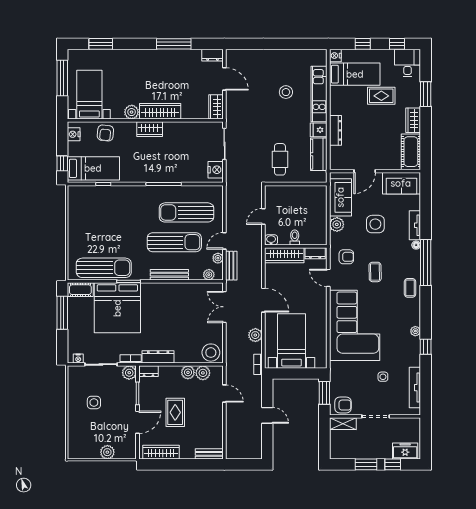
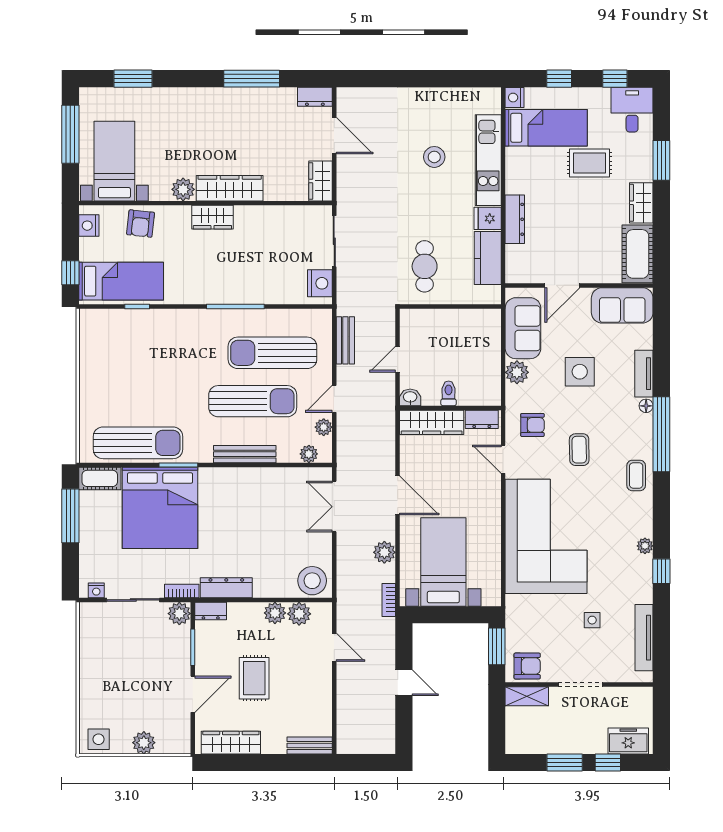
bench: (231, 266) -> (345, 340), moved
side table: (94, 402) -> (99, 739), moved

